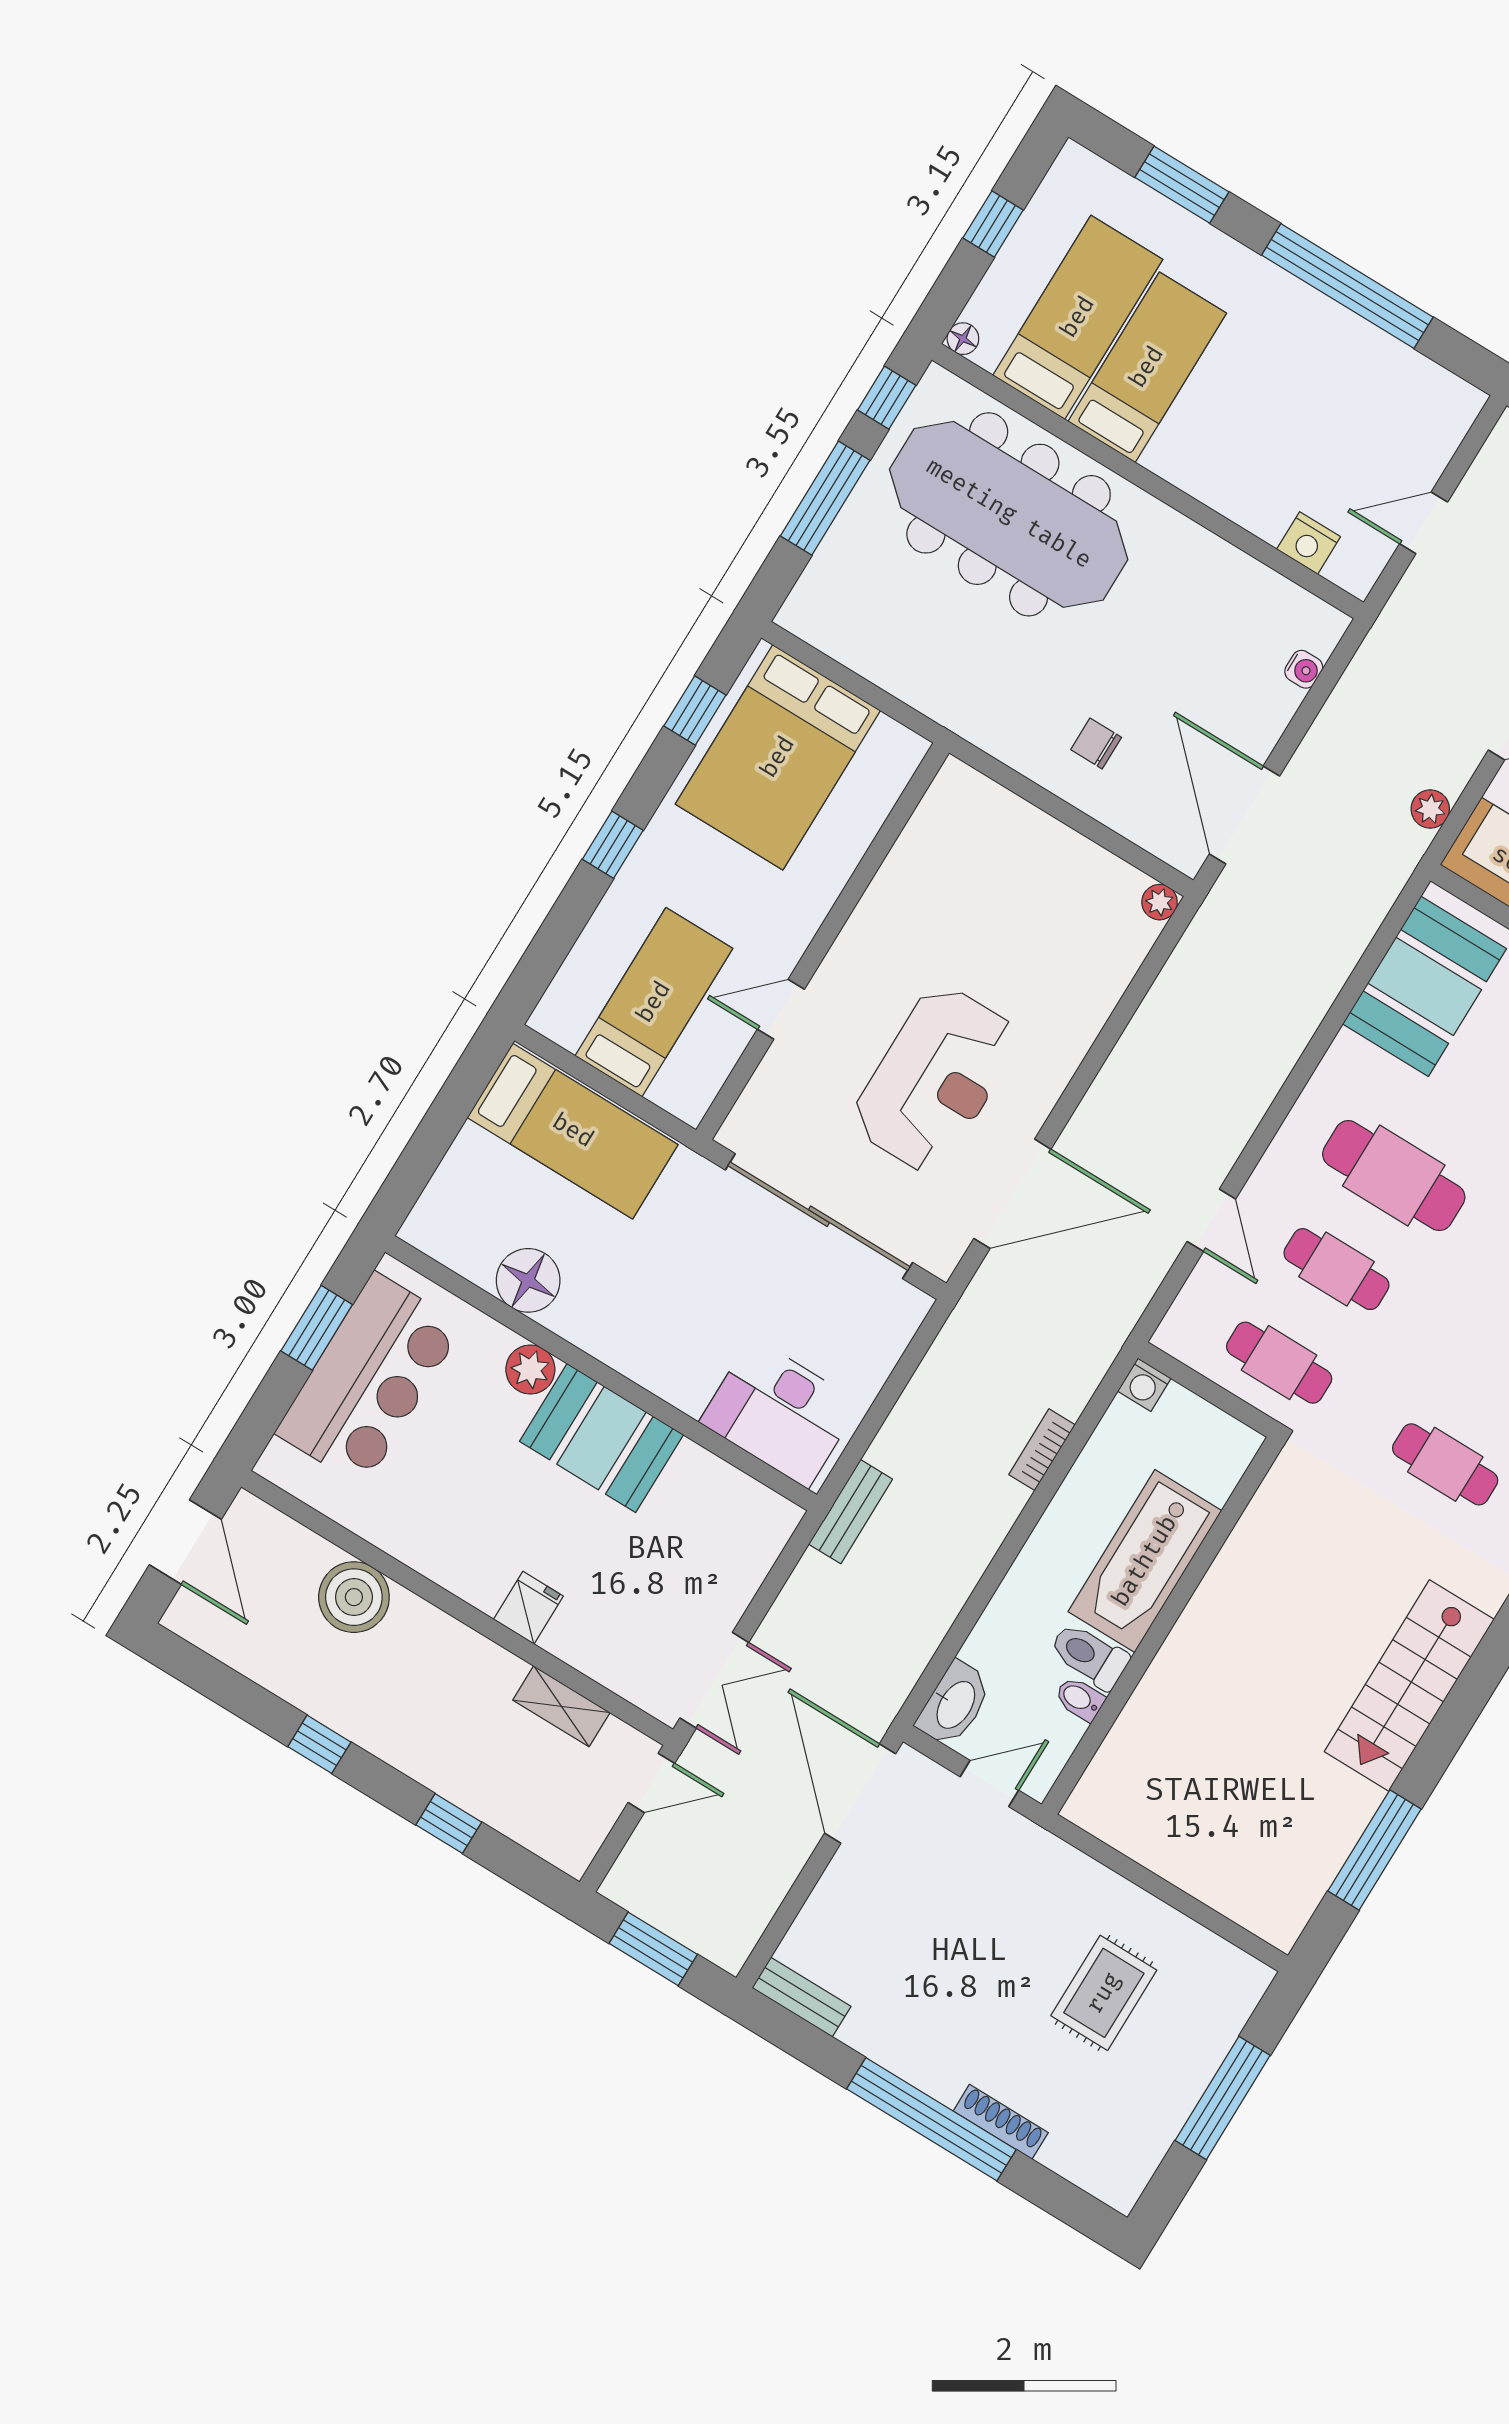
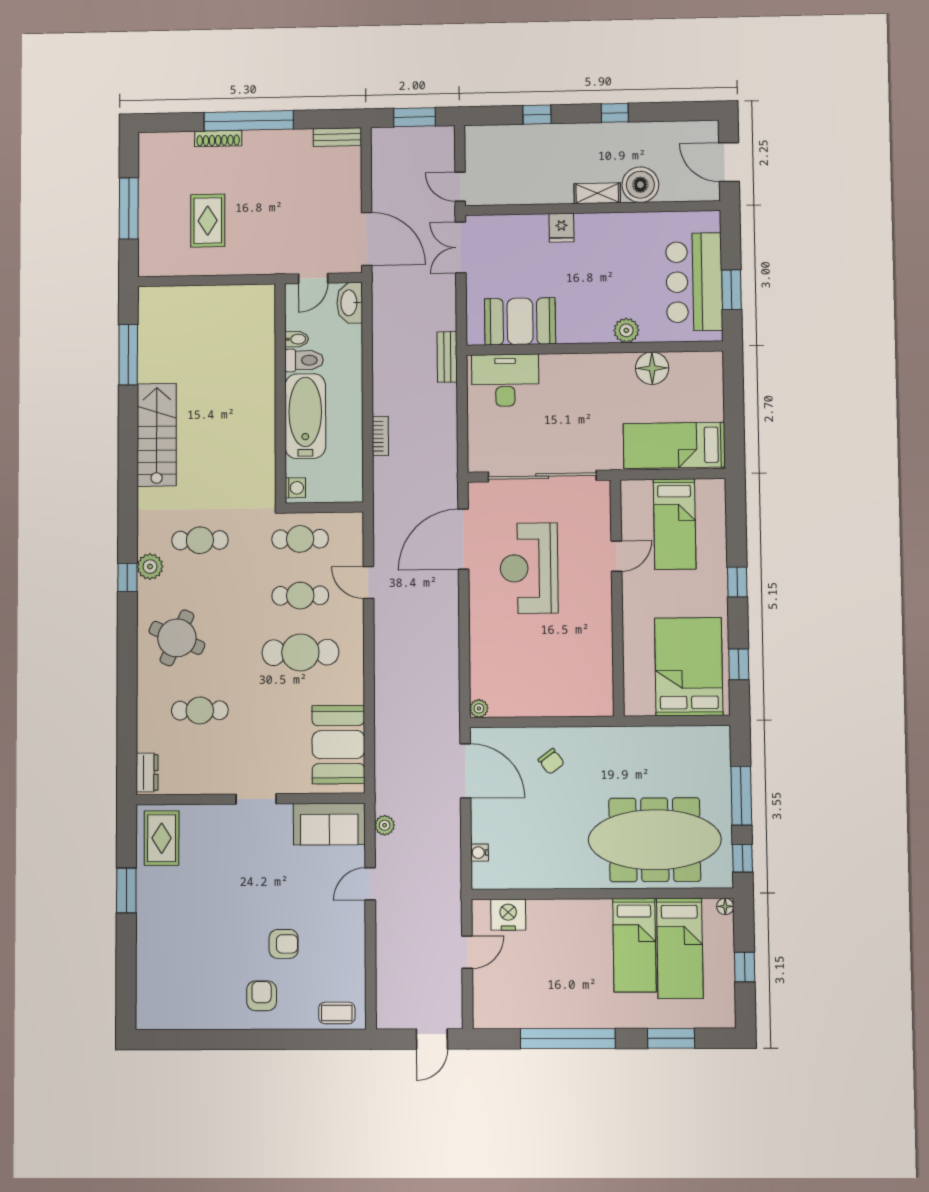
nightstand: (1309, 543) -> (508, 915), width x1.36, depth x1.33
chair: (1096, 743) -> (551, 761), turned 53
washing machine: (1144, 1385) -> (295, 488), moved, turned 90
booth: (601, 1438) -> (520, 321), moved
shelving: (561, 1706) -> (597, 193), moved
door: (651, 1783) -> (460, 187), hinge flipped

